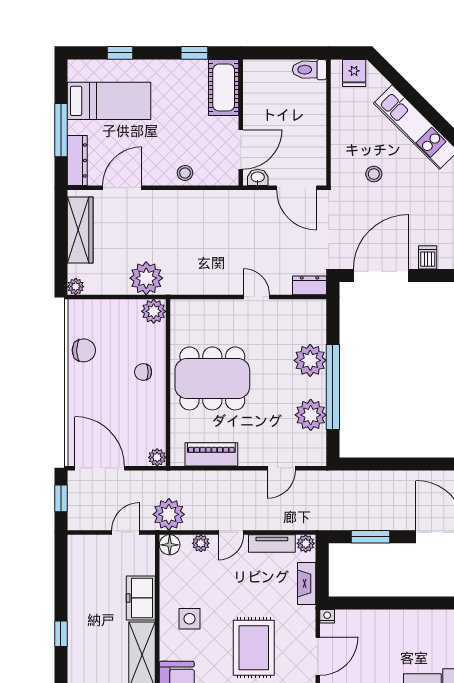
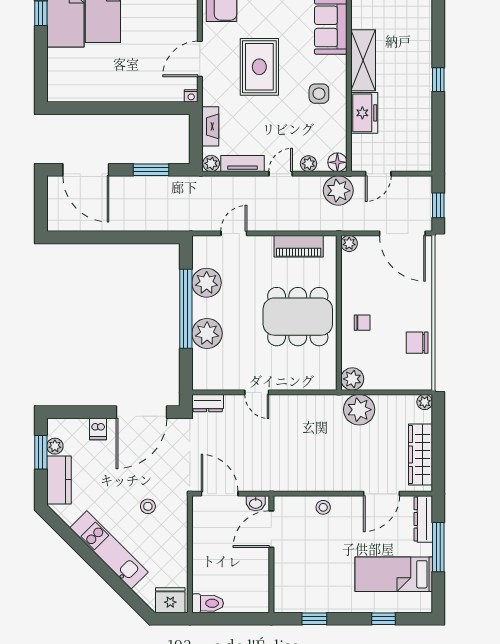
fridge: (354, 73) -> (170, 600), width x1.38
cot: (224, 88) -> (287, 587), removed

